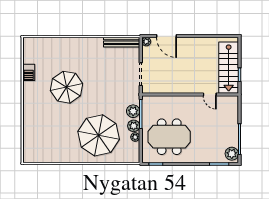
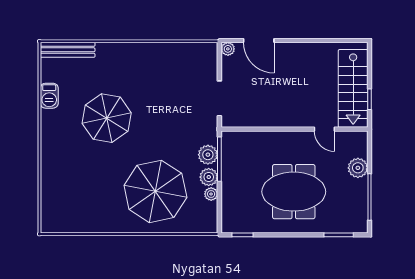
bench: (122, 42) -> (68, 50), moved
meeting table: (169, 137) -> (294, 192), moved
plant: (232, 154) -> (358, 168), moved

